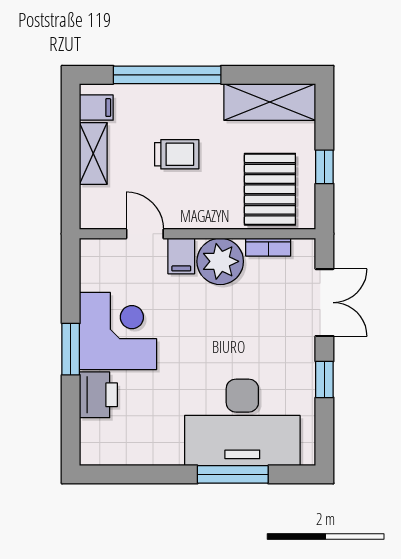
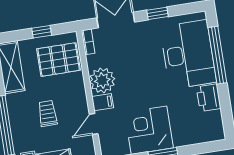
bookcase: (268, 247) -> (88, 42), moved
printer: (98, 395) -> (209, 98), moved, turned -90
window: (233, 474) -> (217, 55), width x1.46

